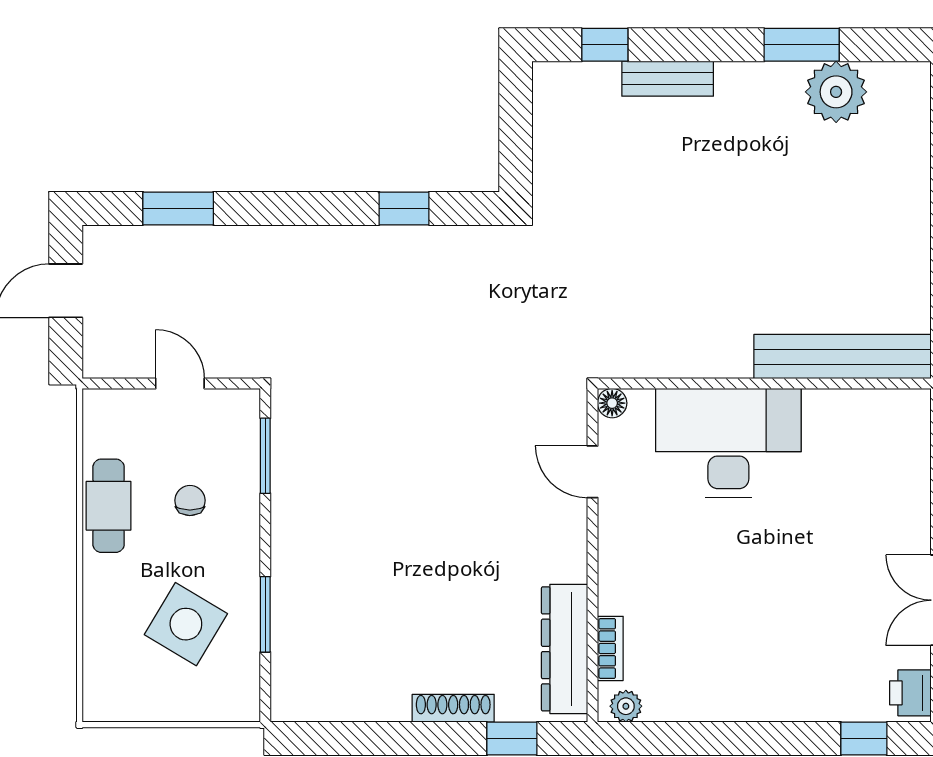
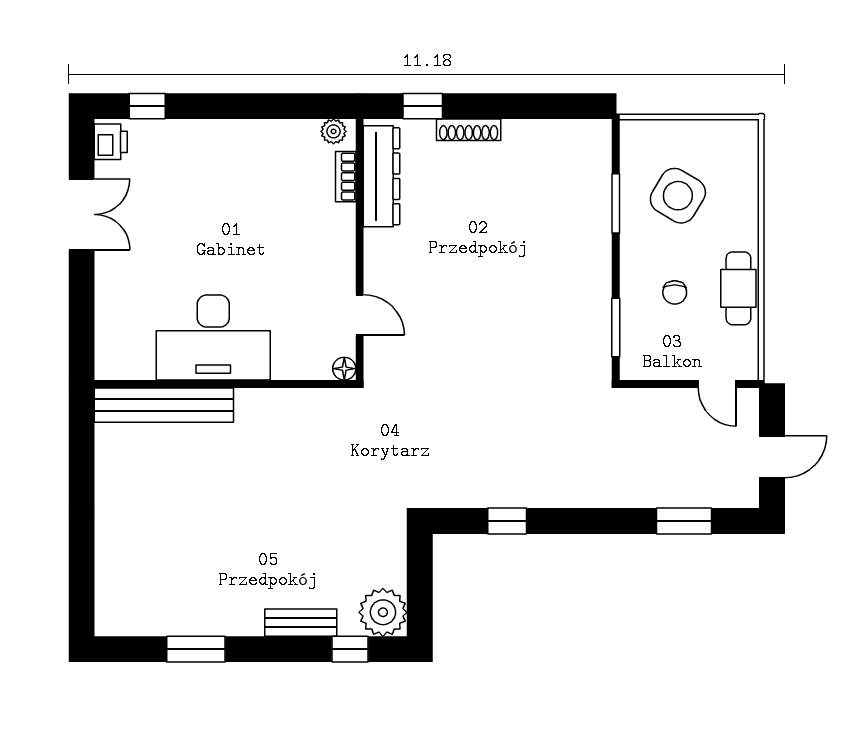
plant: (836, 92) -> (383, 612), moved
door: (180, 384) -> (717, 384), moved
desk: (728, 443) -> (213, 337), moved

